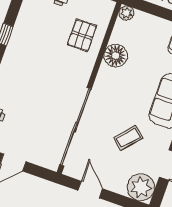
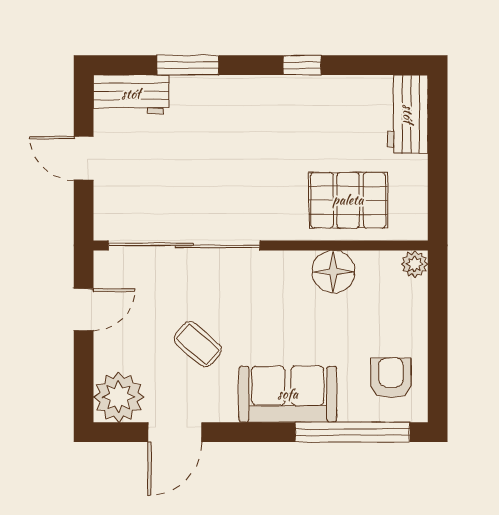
pallet: (82, 35) -> (348, 200), width x1.50, depth x1.42

